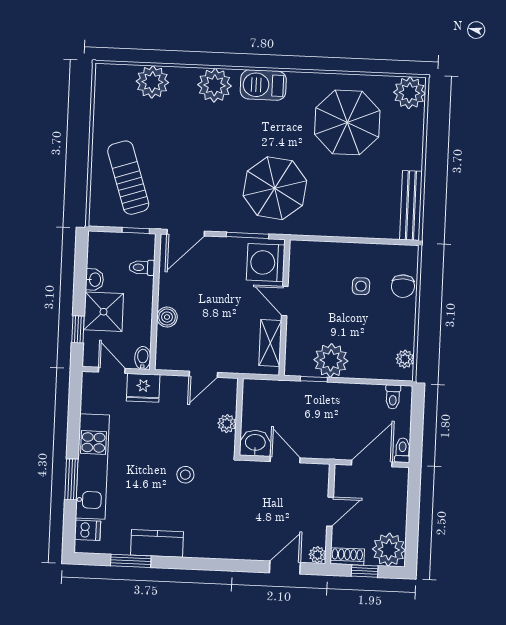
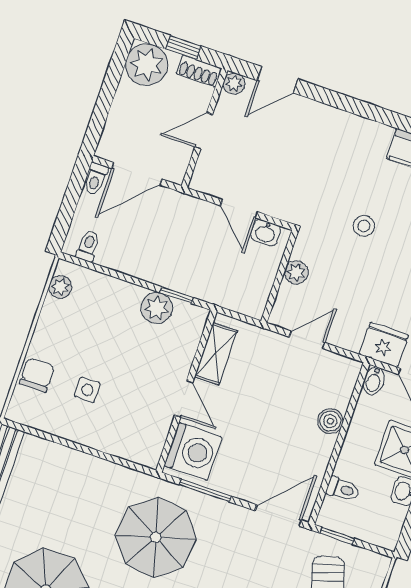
plant: (331, 360) -> (157, 308), width x0.73, depth x0.73
washbasin: (255, 443) -> (266, 233), width x0.72, depth x0.69

